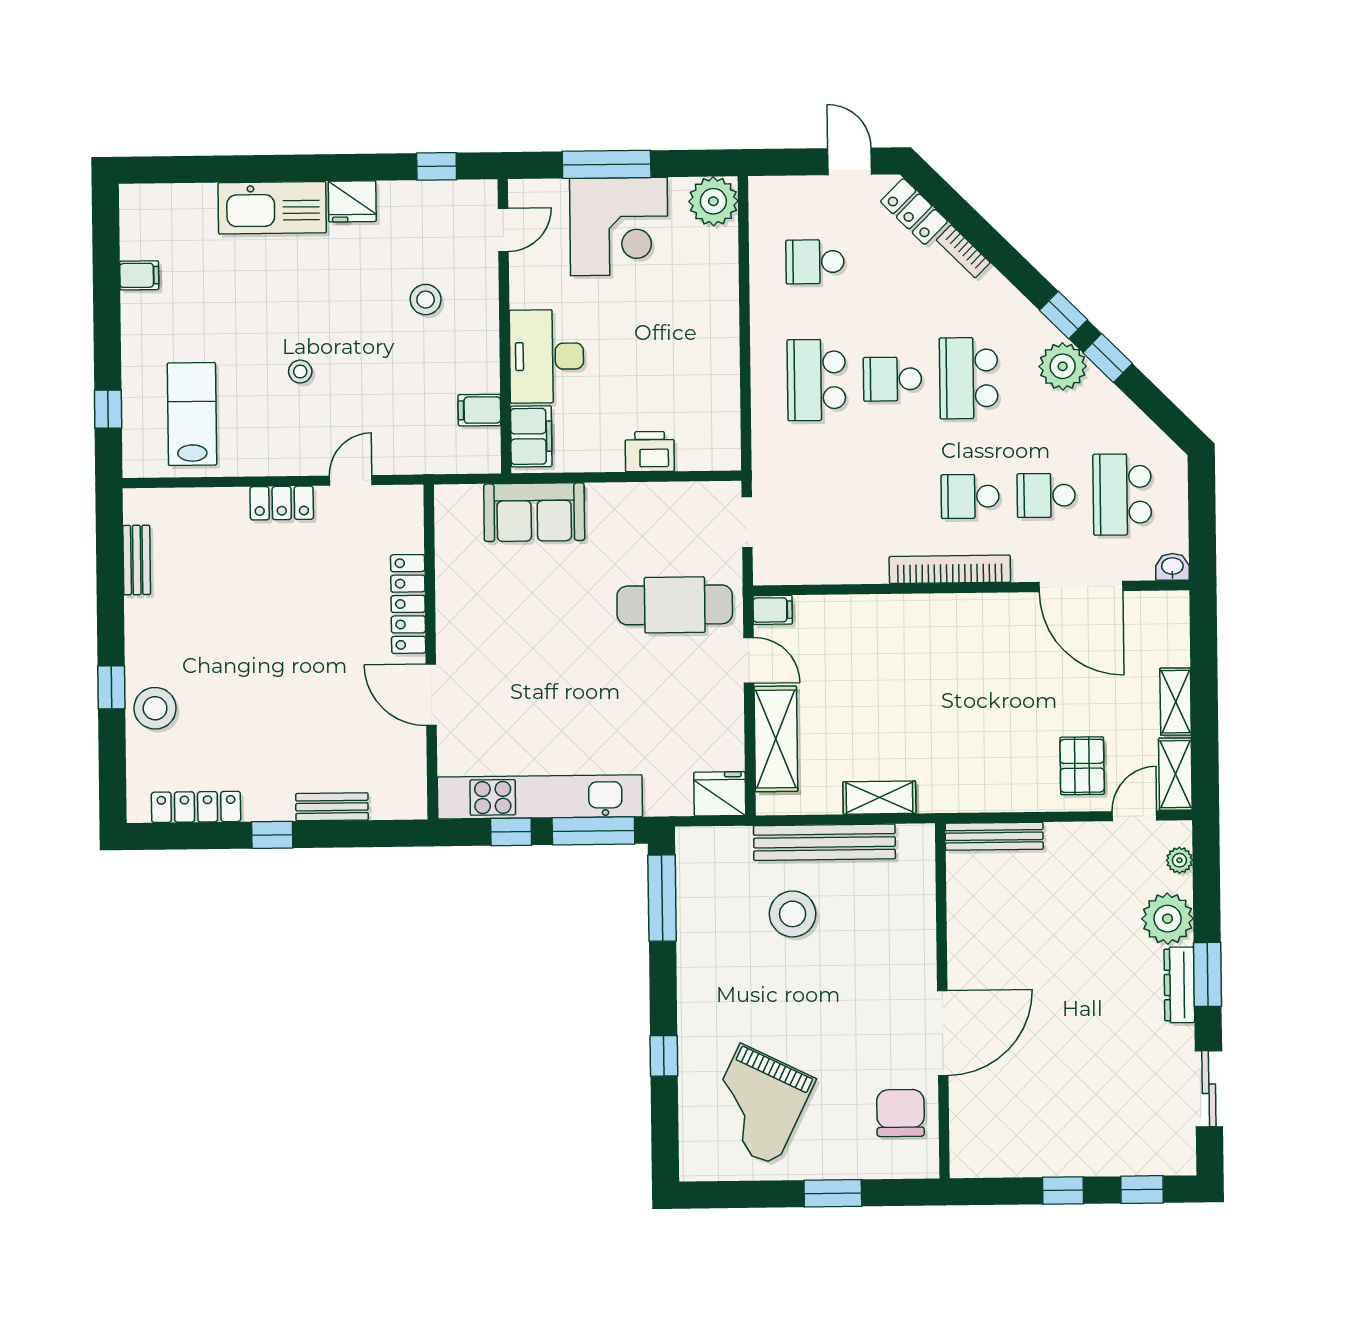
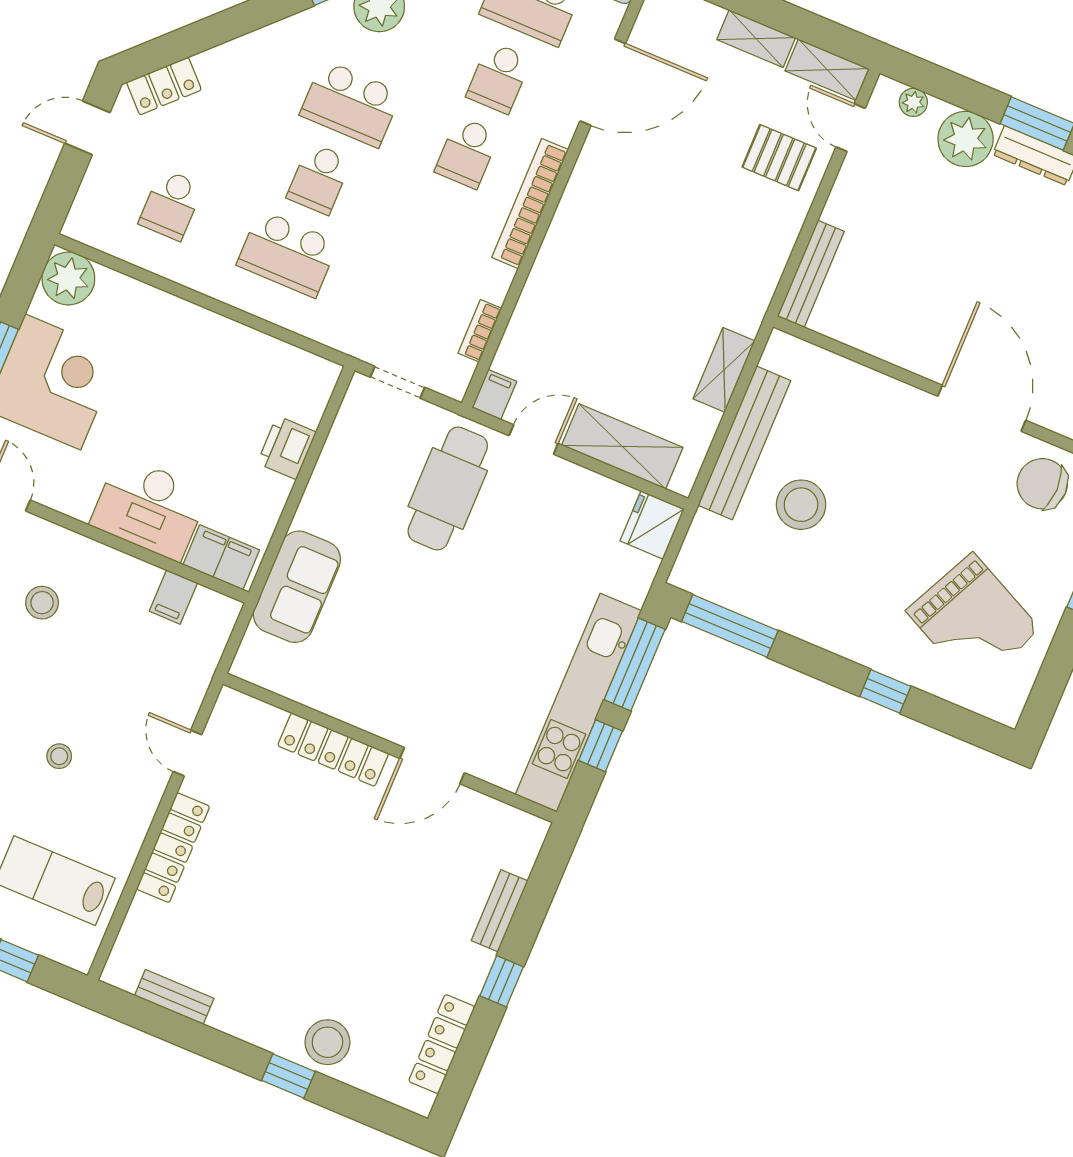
bookcase: (963, 251) -> (480, 331), moved, turned 135
locker: (282, 503) -> (173, 848), width x1.53

